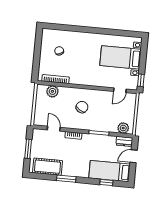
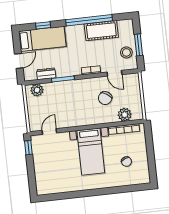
bed with nightstands: (120, 57) -> (91, 152), moved, turned 90
chair: (82, 107) -> (105, 98), moved
dresser: (124, 141) -> (46, 74), moved
stool: (40, 144) -> (126, 52), added
cot: (48, 167) -> (101, 31), moved
window: (66, 179) -> (89, 20), width x2.11

